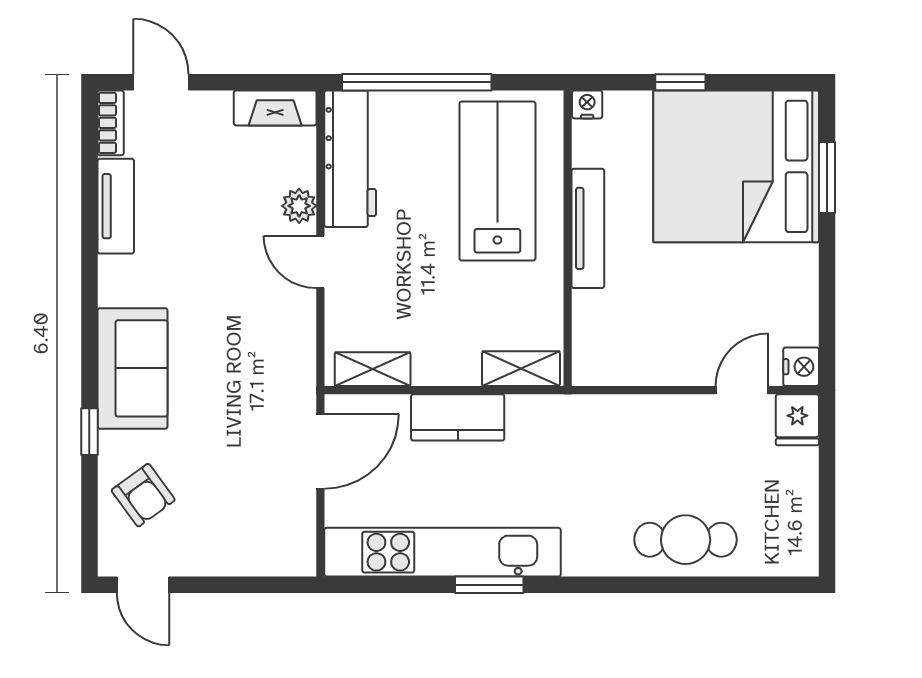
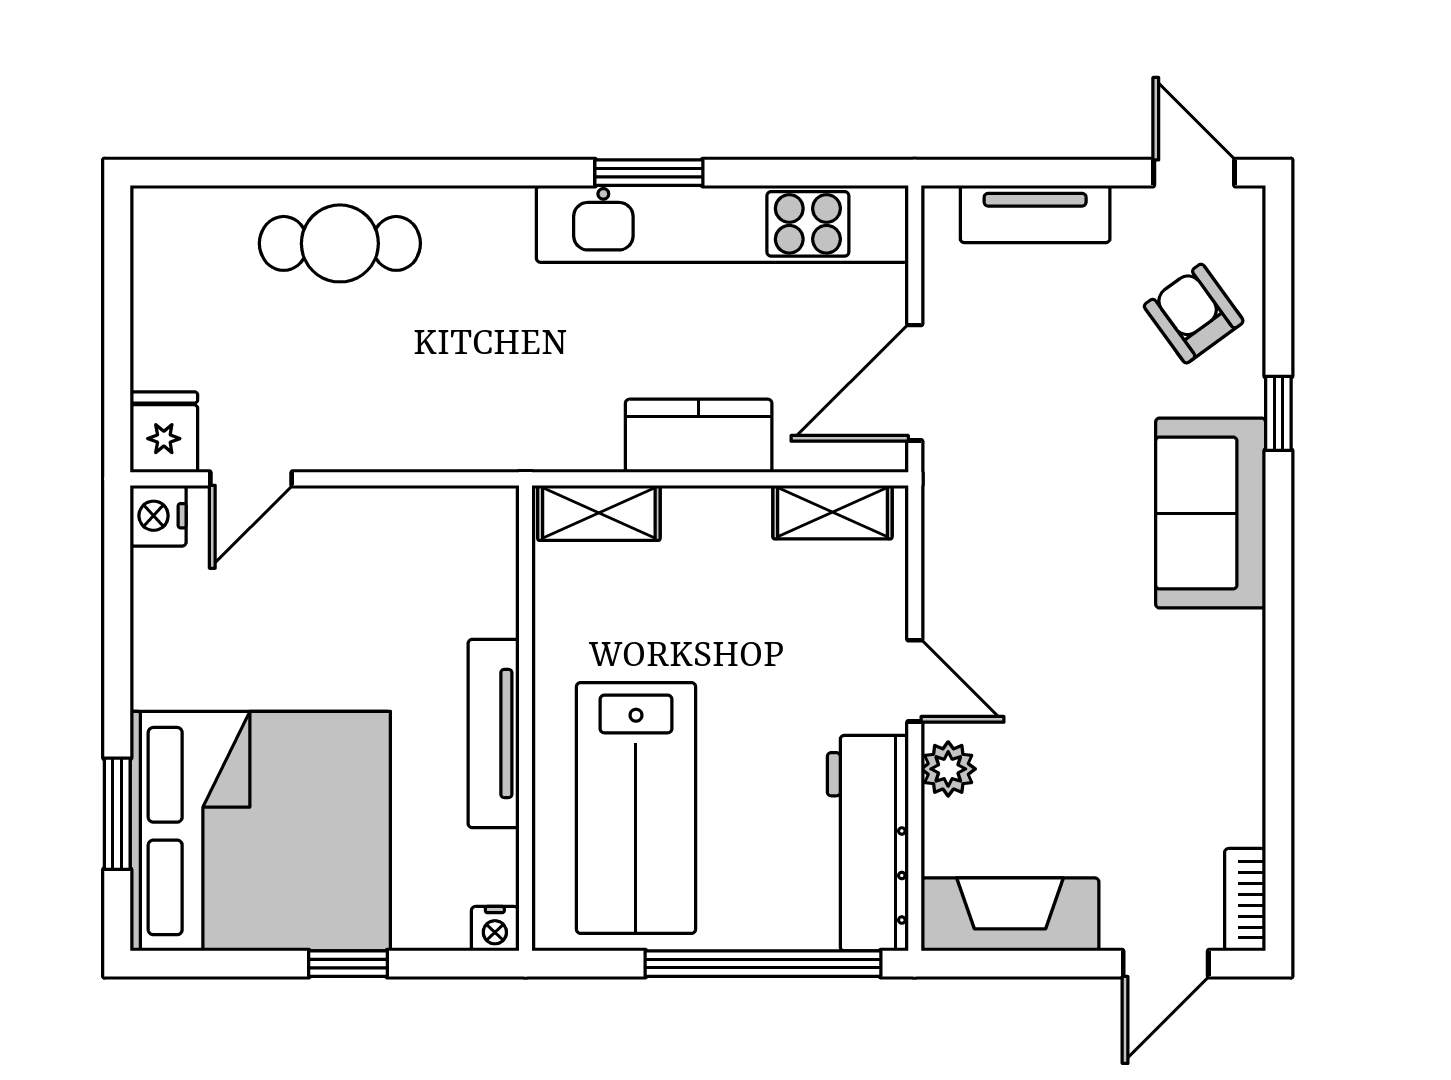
door: (161, 82) -> (1166, 964), hinge flipped
fireplace: (275, 108) -> (1010, 914), width x1.37, depth x1.32
tv unit: (116, 206) -> (1035, 214), moved, turned -90

